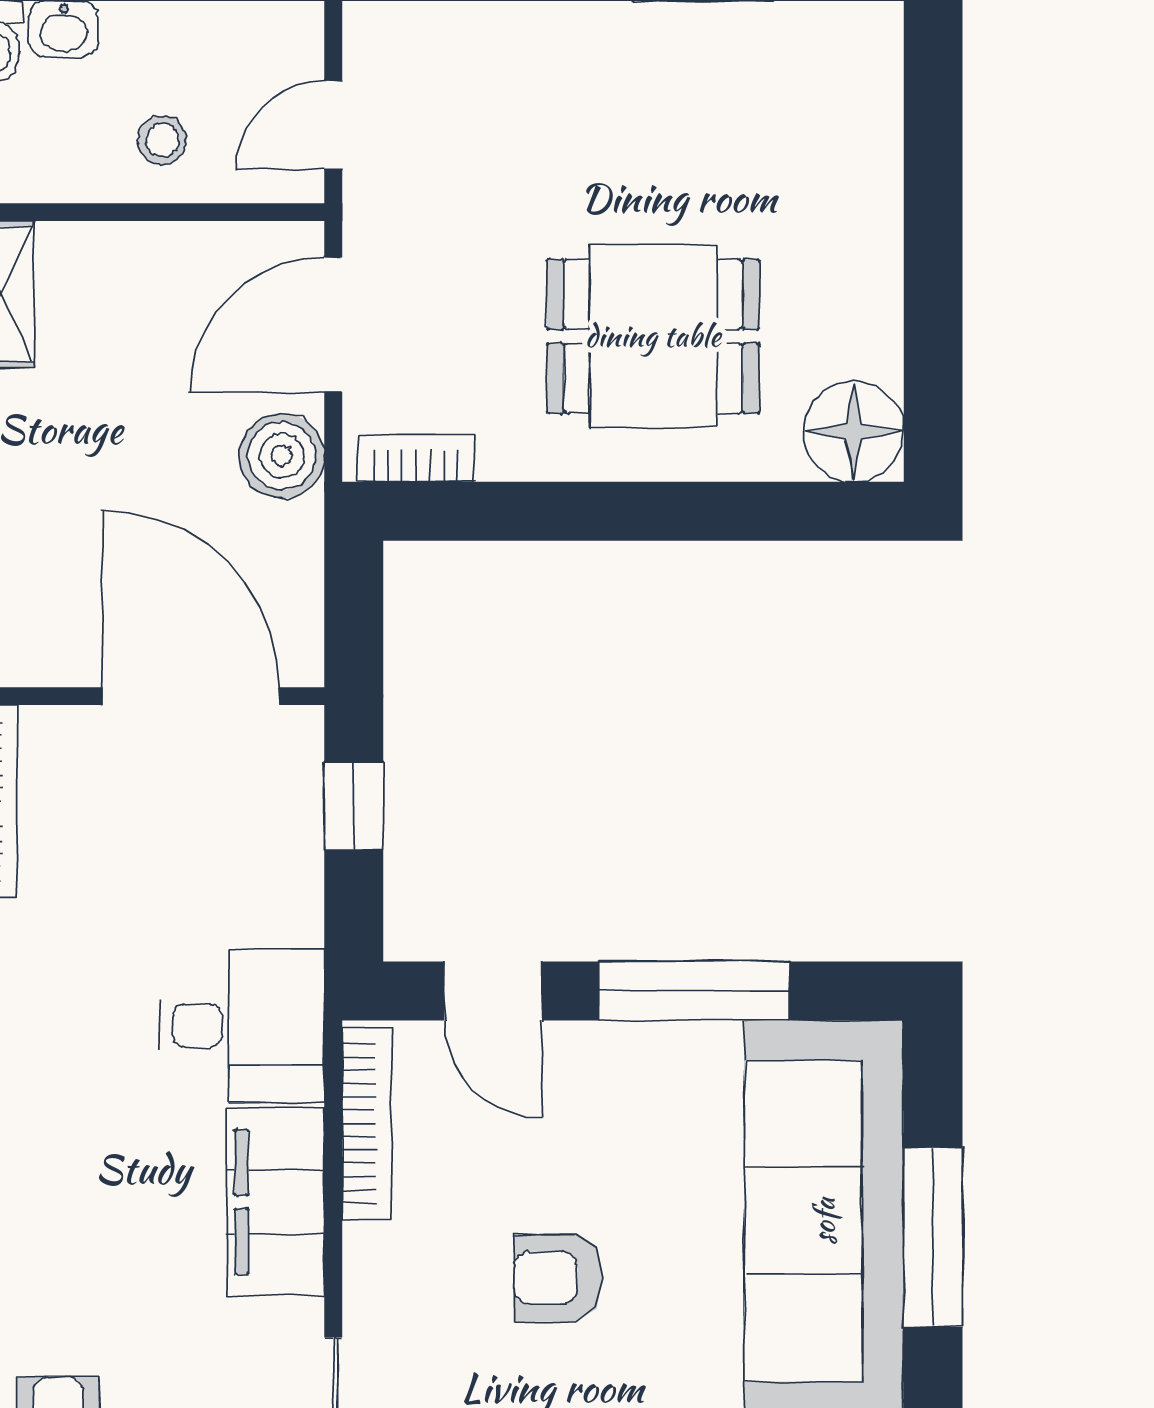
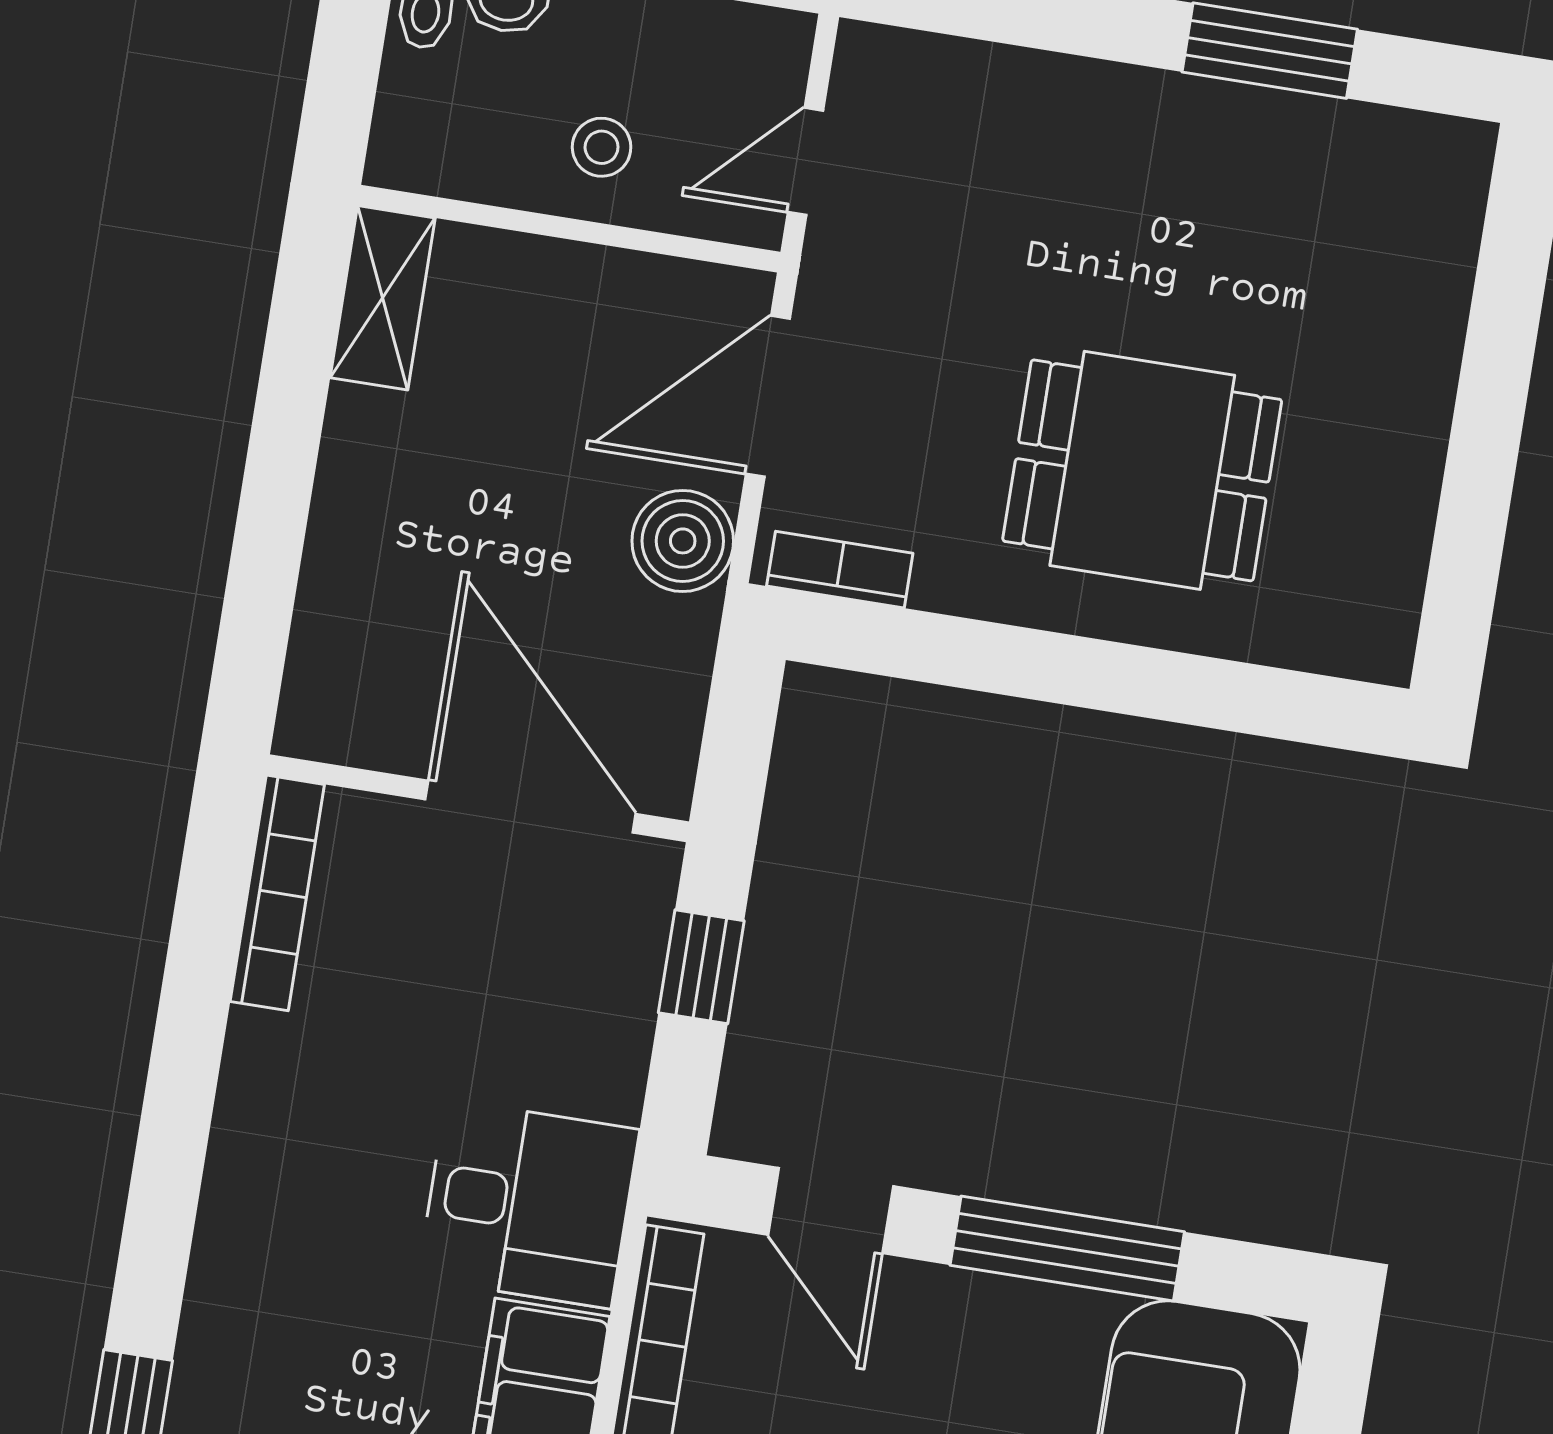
floor lamp: (854, 432) -> (1360, 620), removed

